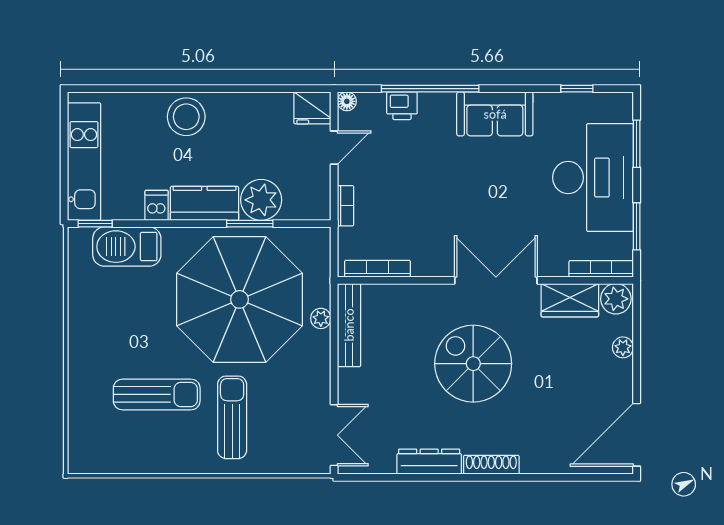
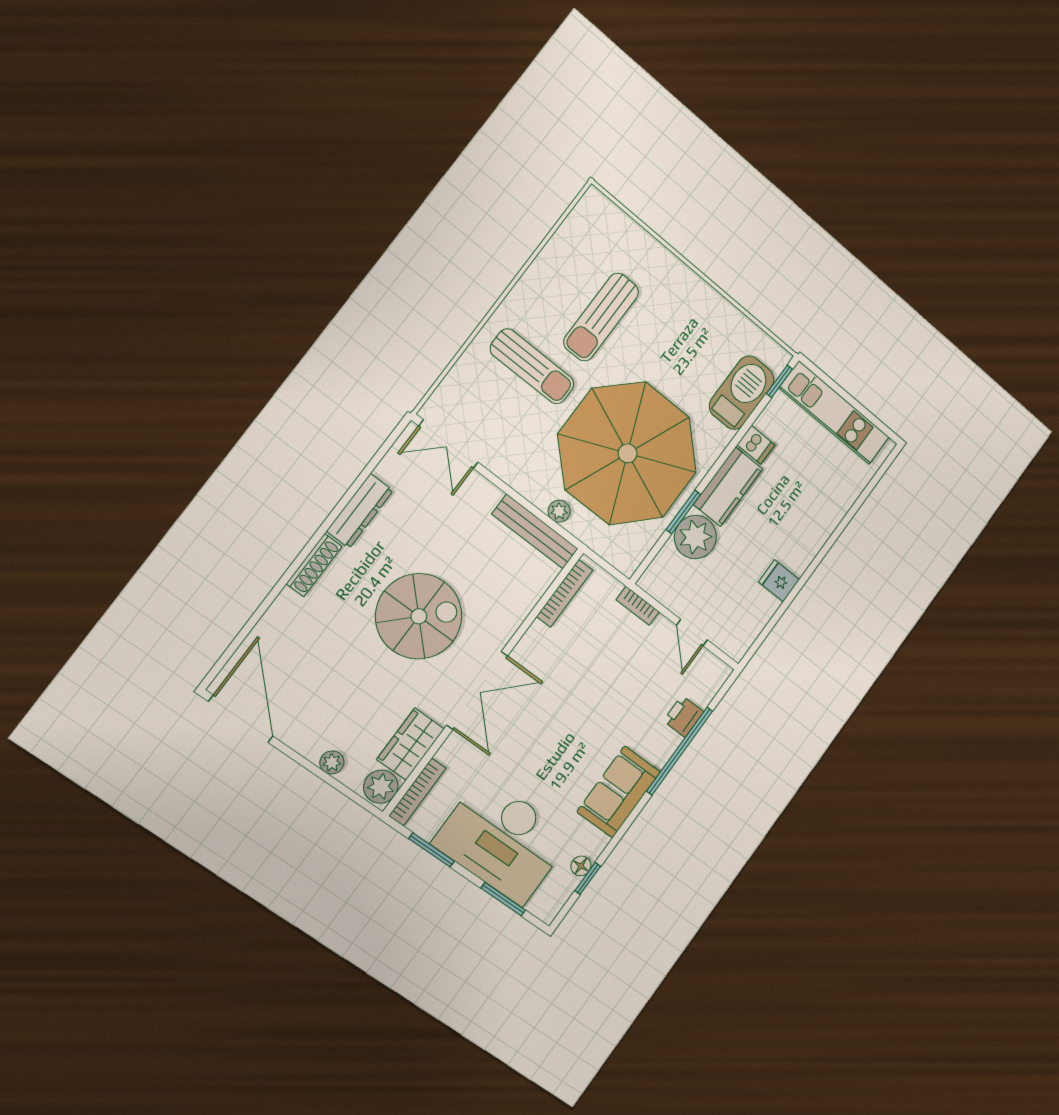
floor lamp: (347, 101) -> (581, 866), moved
fridge: (312, 108) -> (779, 581), moved, width x0.72
stool: (186, 117) -> (807, 527), removed

